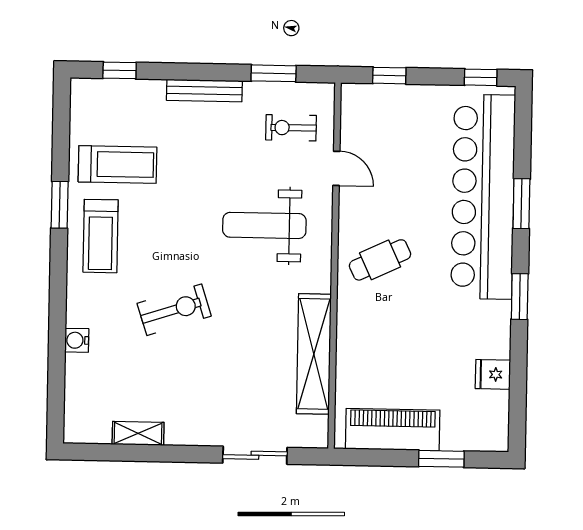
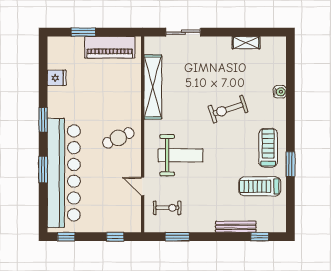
bench: (204, 91) -> (236, 227), moved

